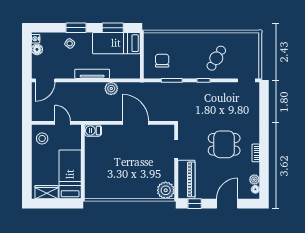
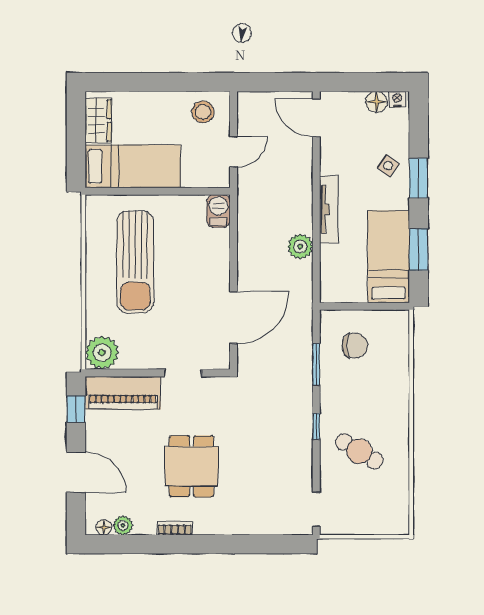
door: (135, 123) -> (233, 318), moved
sun lounger: (119, 173) -> (135, 262), added

